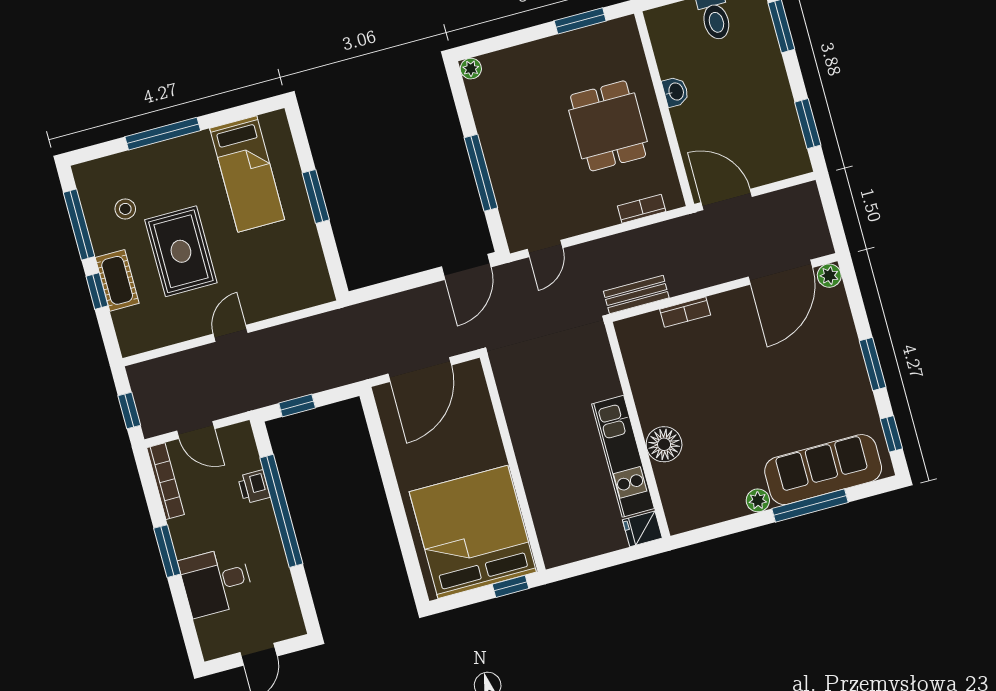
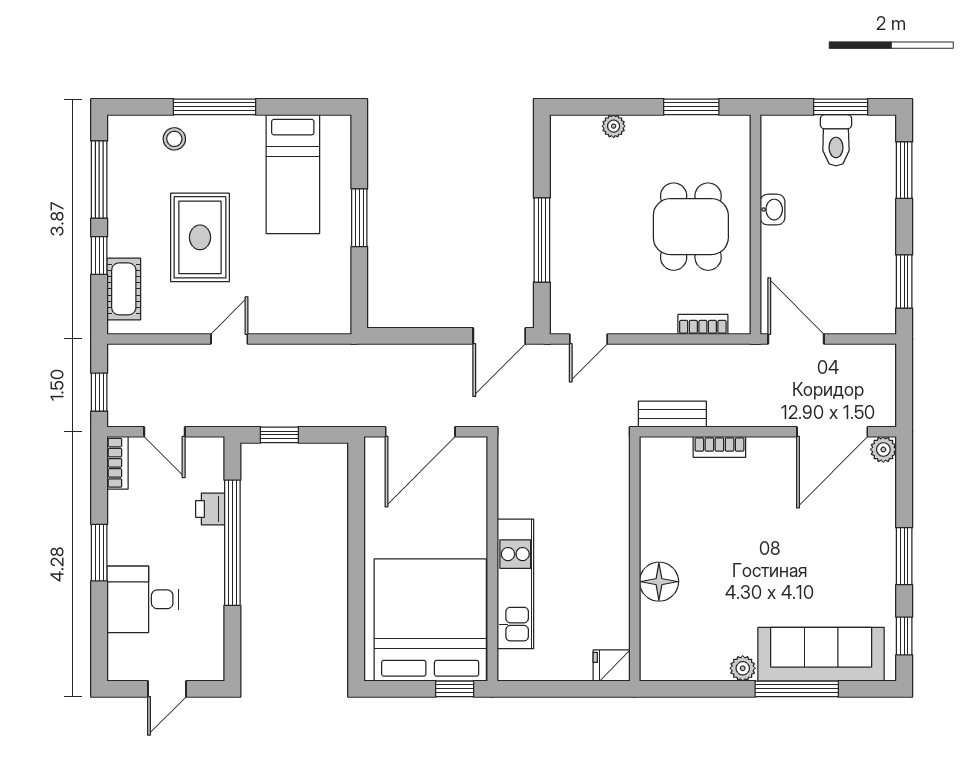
plant: (471, 69) -> (614, 126), moved
stool: (125, 209) -> (174, 139), moved
cot: (117, 280) -> (124, 289), moved
kitchen unit: (623, 456) -> (515, 584), moved, turned 180
bookcase: (165, 481) -> (117, 463), width x0.64

